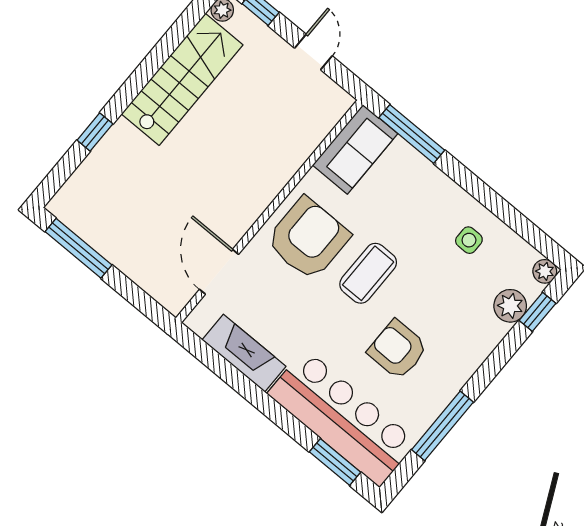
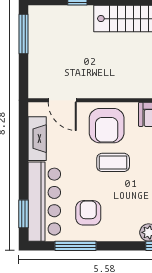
armchair: (308, 239) -> (107, 126), turned 90
door: (219, 272) -> (62, 100), swing flipped
armchair: (398, 350) -> (88, 213), moved

